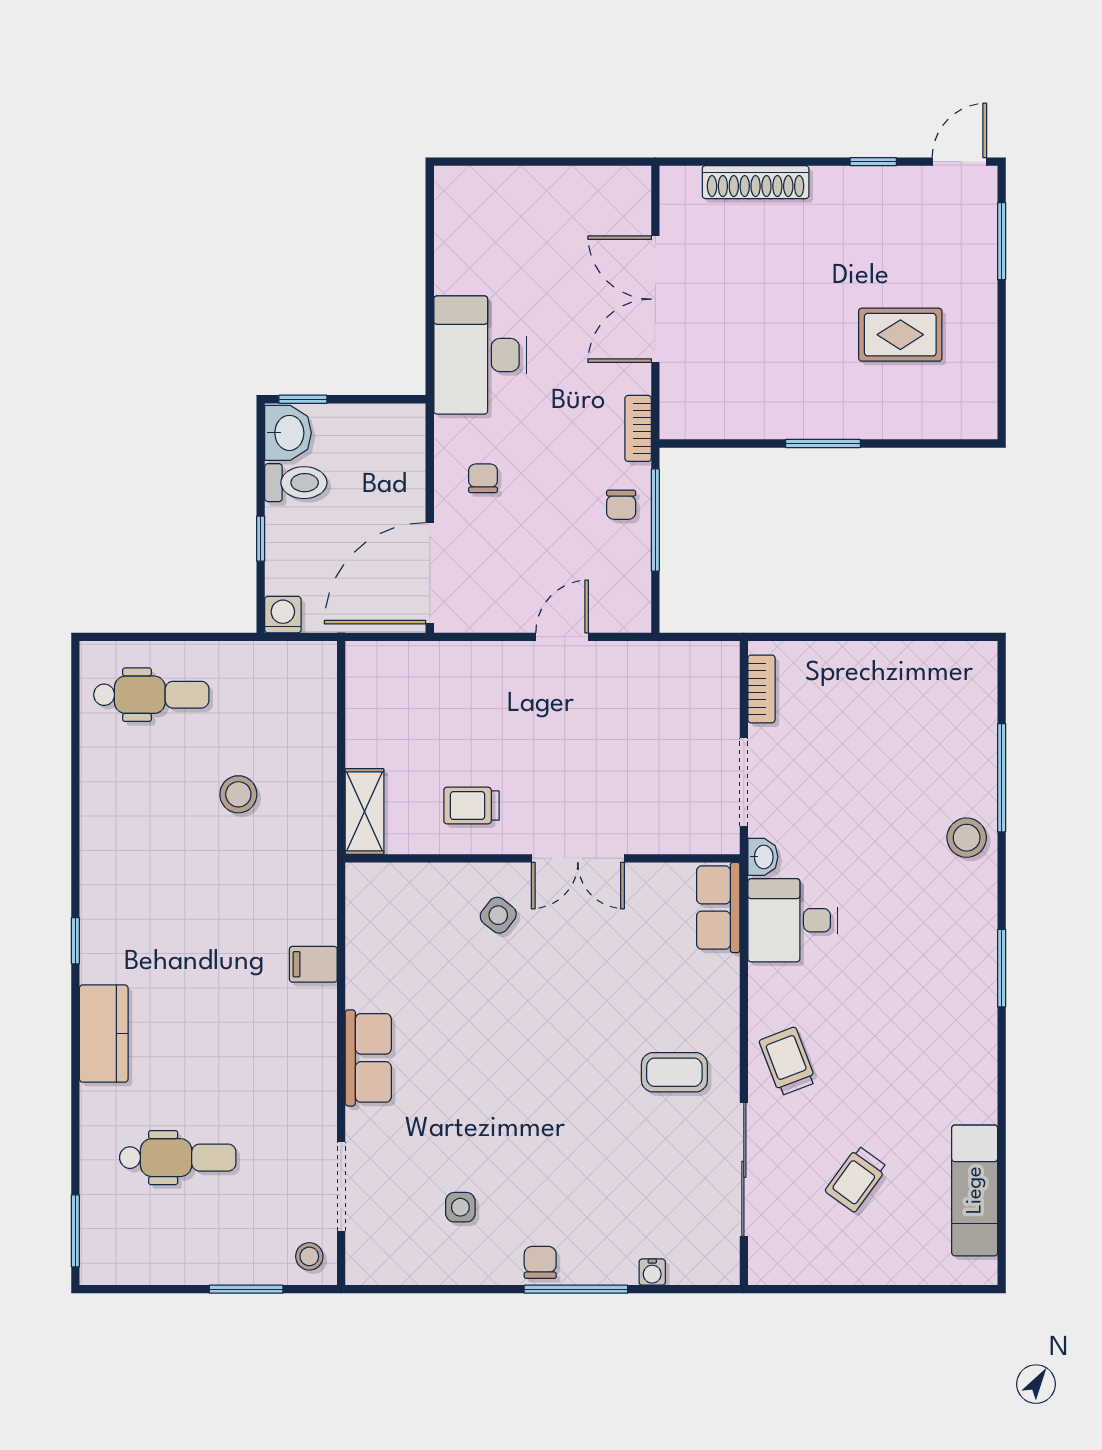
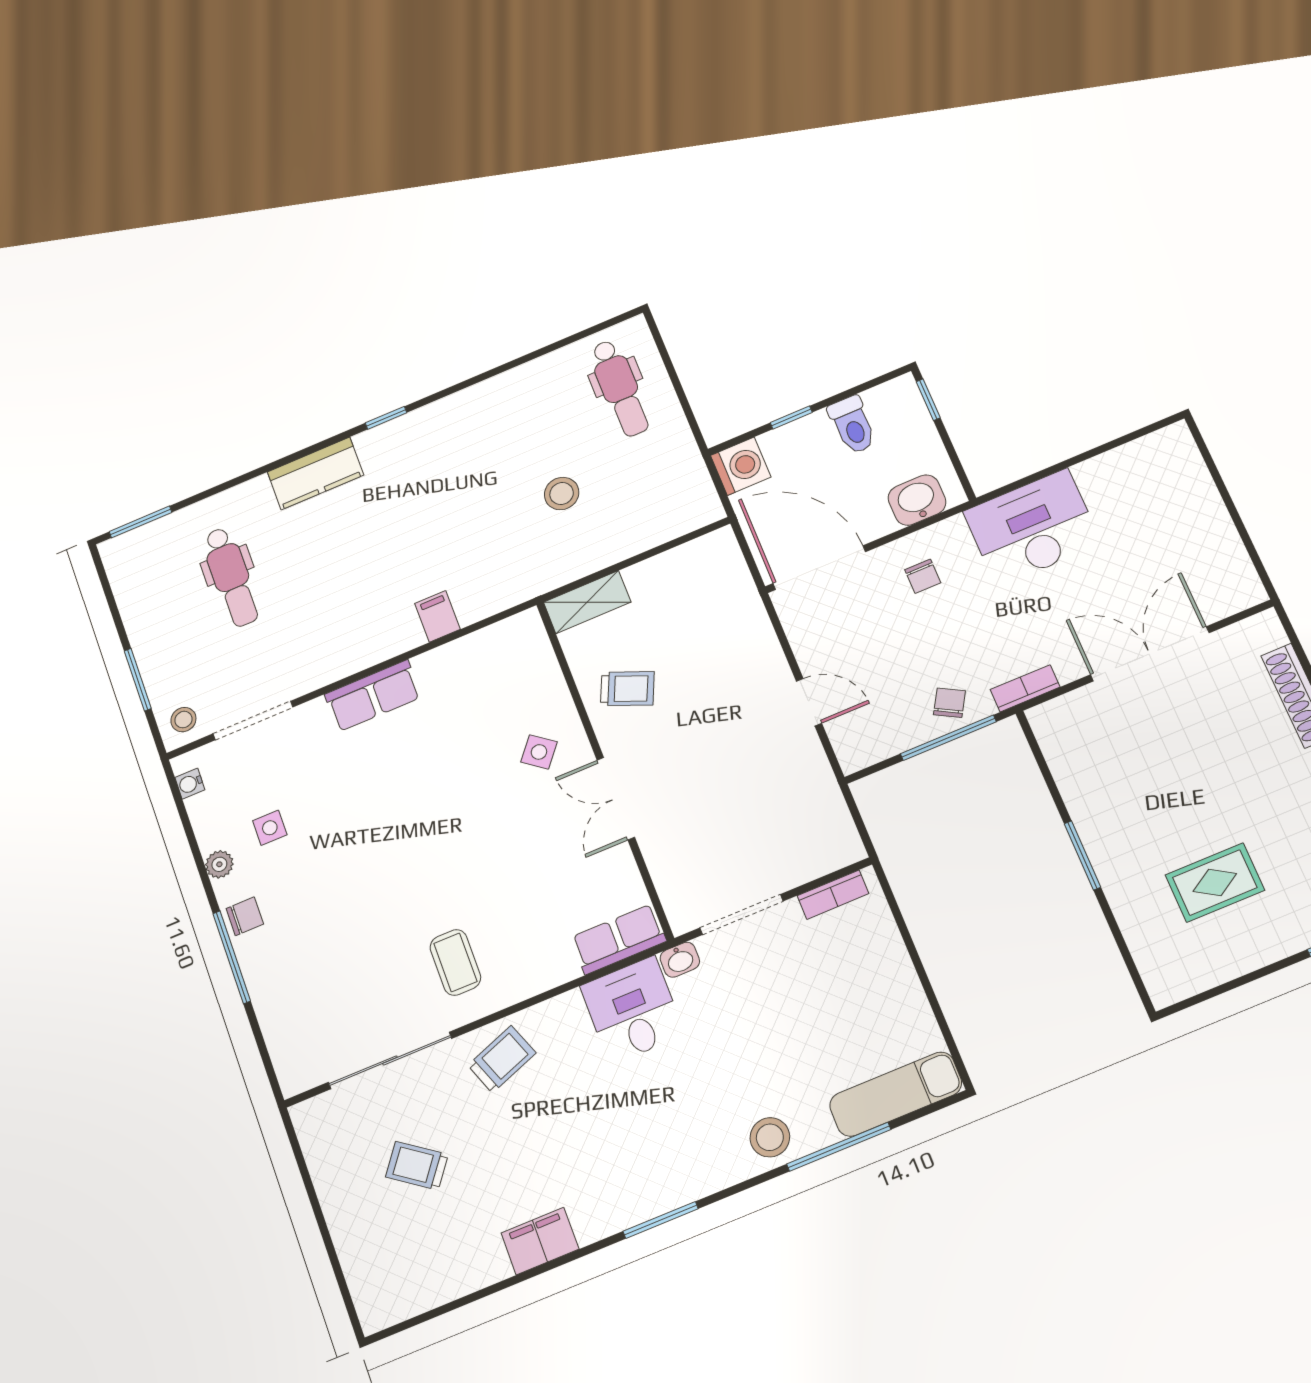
rug: (900, 335) -> (1215, 883), turned 90
washbasin: (288, 433) -> (917, 500), moved, turned 180
chair: (483, 478) -> (923, 576), turned 90
chair: (621, 505) -> (949, 703), turned 120
washing machine: (283, 615) -> (741, 466), width x1.38, depth x1.38
trolley: (471, 806) -> (627, 689), turned 113
filing cabinet: (975, 1088) -> (540, 1241), added
exam couch: (975, 1190) -> (896, 1094), moved
plant: (476, 1270) -> (219, 864), added
water cooler: (652, 1272) -> (190, 784), moved

